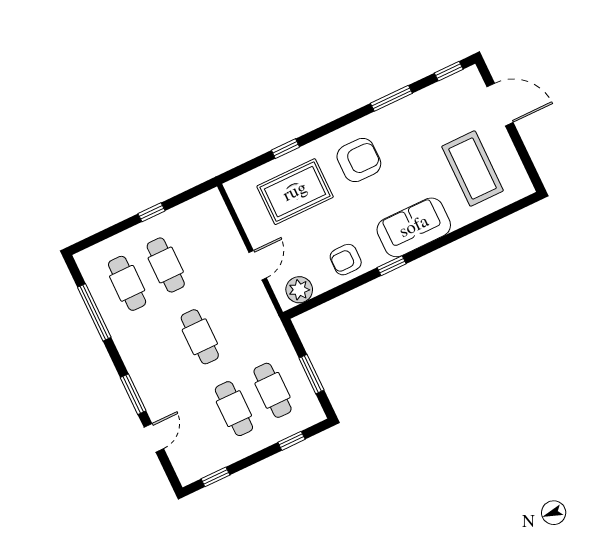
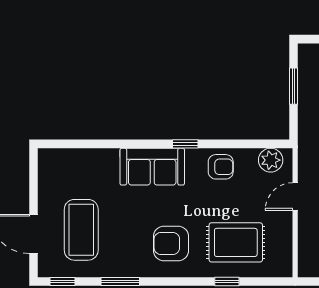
coffee table: (473, 169) -> (81, 230), moved

